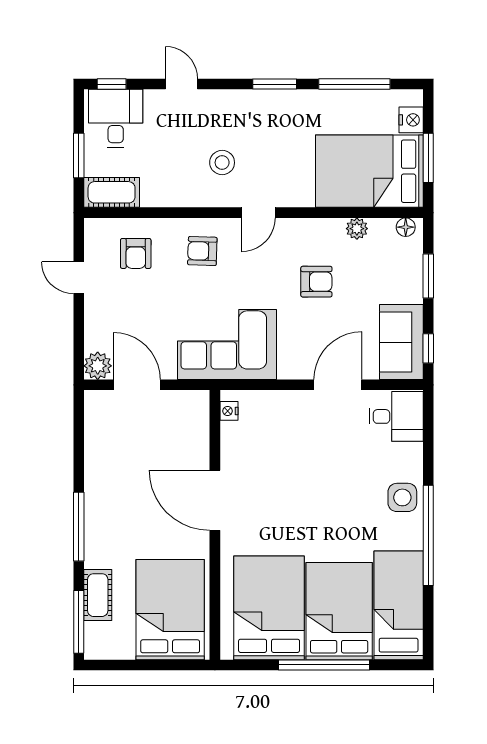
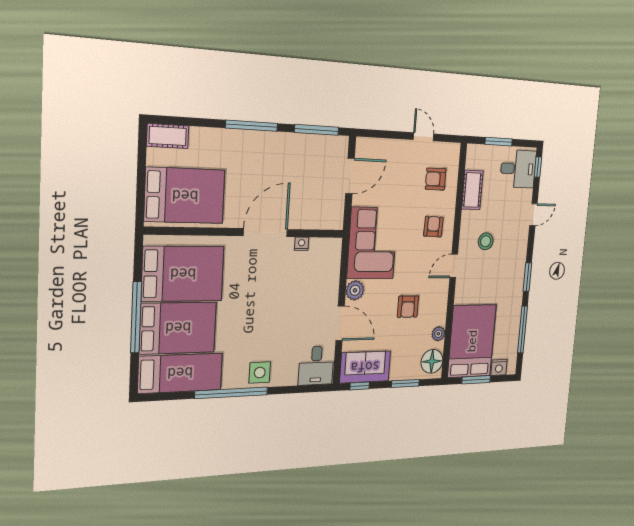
cot: (112, 192) -> (472, 190), moved
door: (258, 213) -> (454, 266), hinge flipped
floor lamp: (406, 227) -> (432, 361), width x1.89, depth x1.89
door: (79, 278) -> (424, 137), hinge flipped
plant: (98, 366) -> (355, 290), moved
nightstand: (229, 411) -> (302, 244), moved
cot: (98, 595) -> (168, 136), moved
window: (79, 622) -> (317, 130), moved

